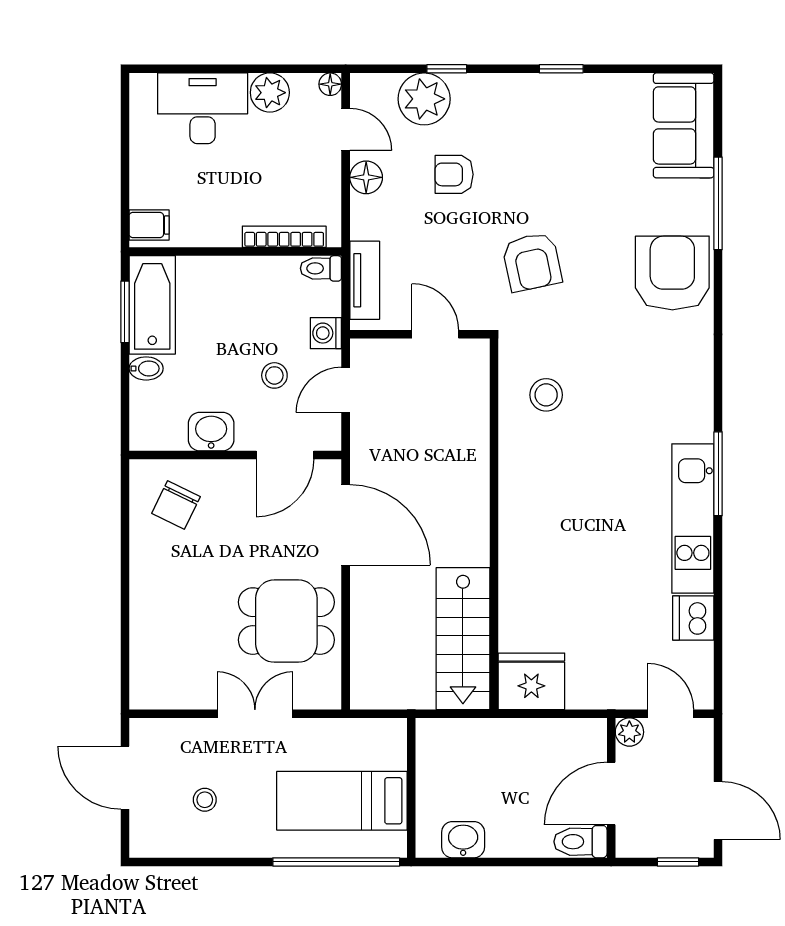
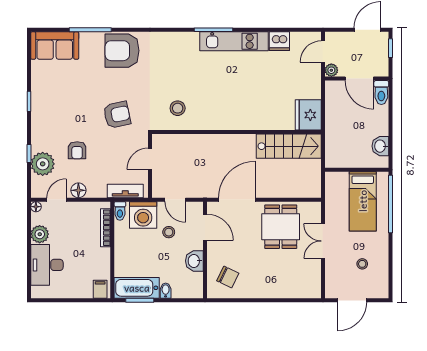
washing machine: (326, 333) -> (143, 215), width x1.89, depth x1.89

